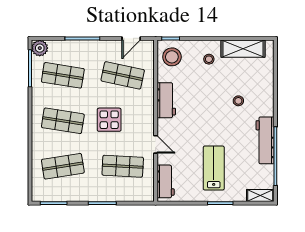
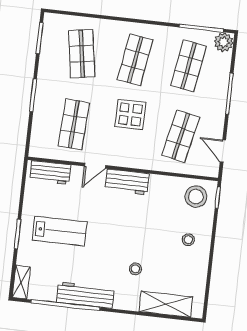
shelving: (243, 49) -> (166, 304), moved, turned 90
workbench: (166, 100) -> (127, 182), moved

